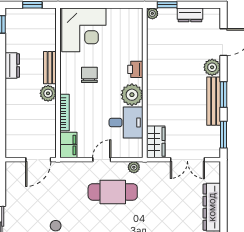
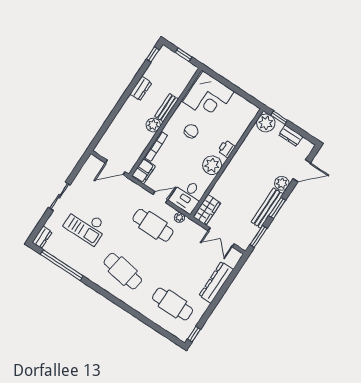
plant: (152, 13) -> (266, 123), width x1.88, depth x1.88
desk: (126, 123) -> (187, 196), moved, turned 90

